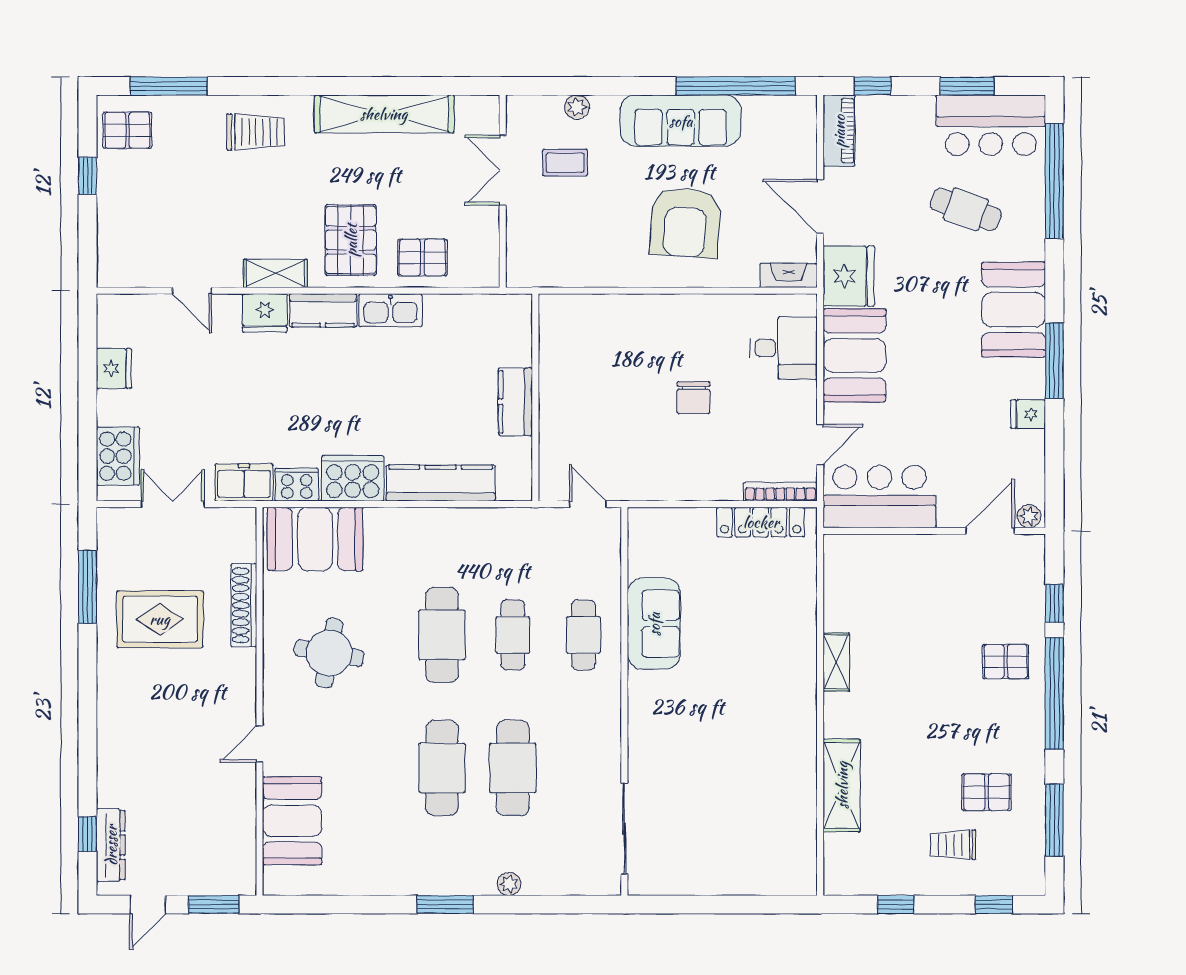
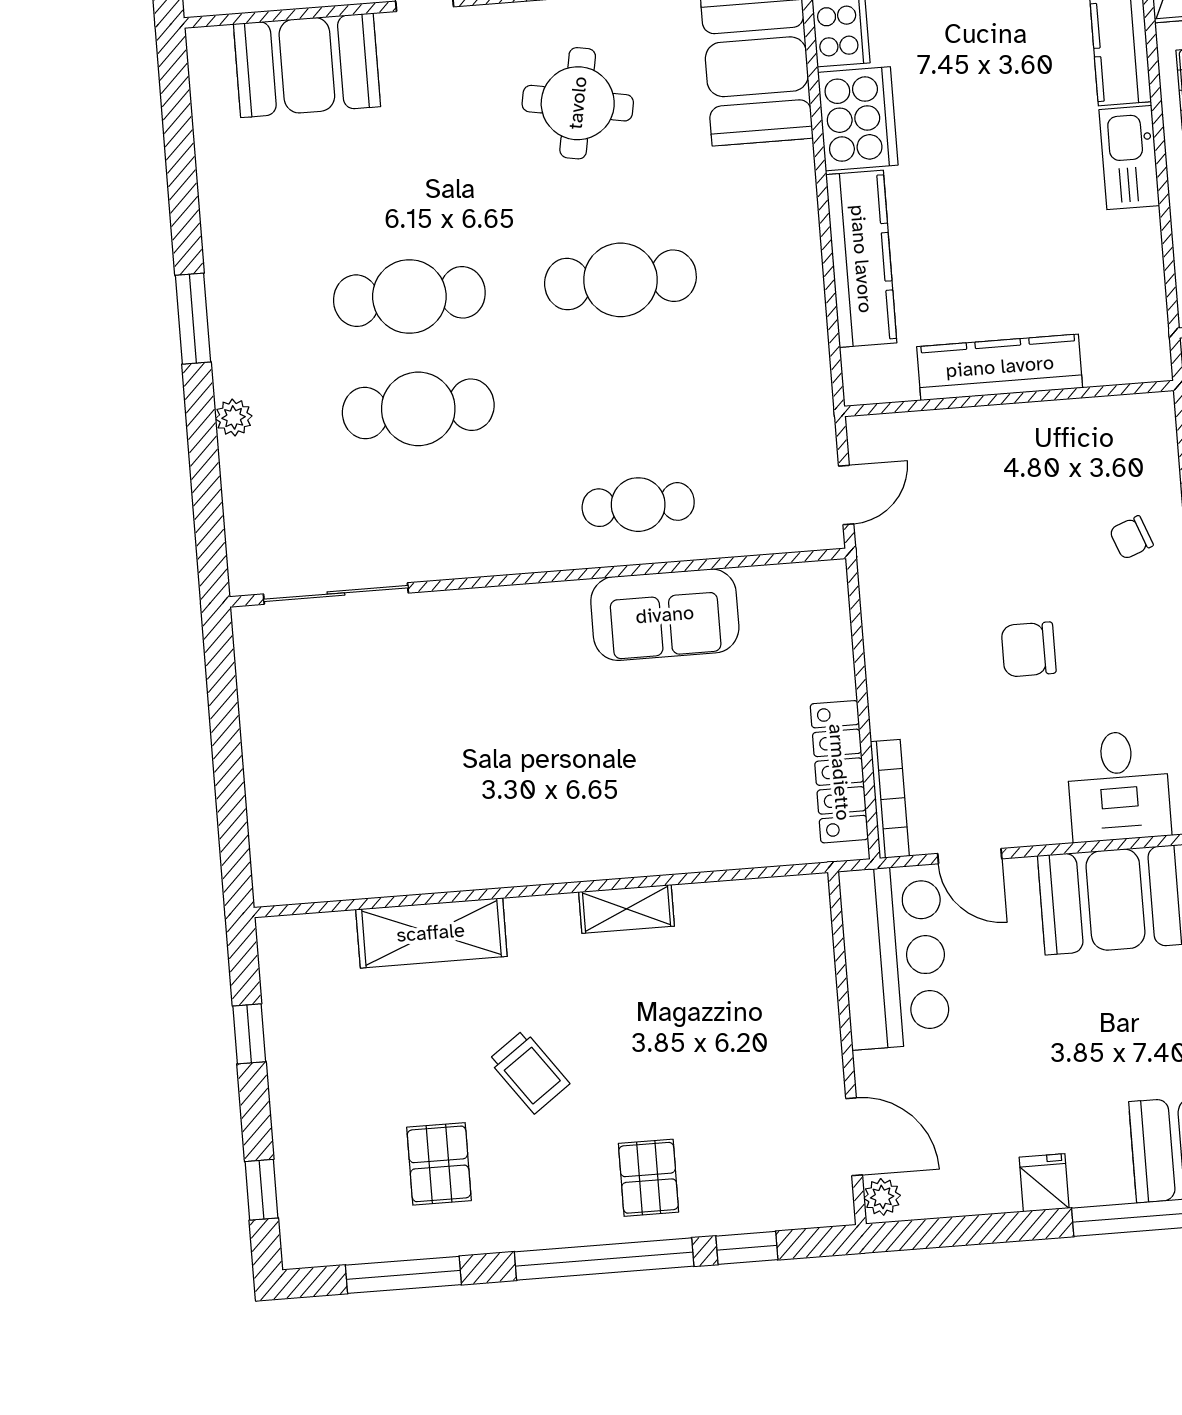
chair: (628, 328) -> (1131, 538), added
kitchen counter: (515, 402) -> (1000, 367), width x1.50
cafe table: (513, 635) -> (629, 392), removed
trolley: (953, 845) -> (529, 1072), moved, turned 144

